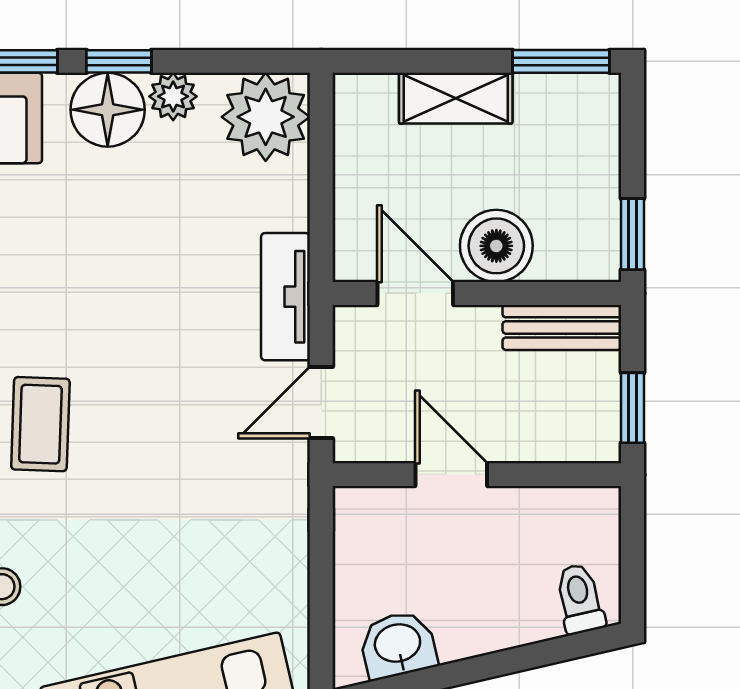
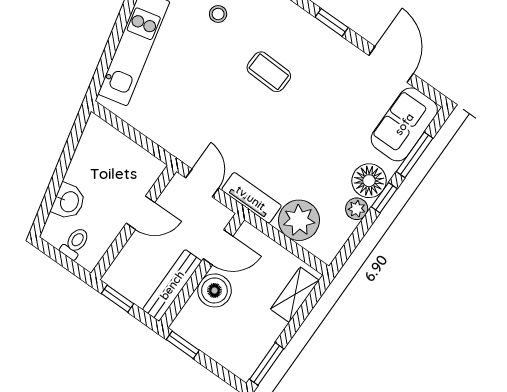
shelving: (456, 98) -> (295, 295), moved
plant: (266, 117) -> (299, 220), moved
bench: (562, 327) -> (172, 285), width x1.36
toilet: (580, 599) -> (75, 243), moved, turned -77
washbasin: (398, 645) -> (69, 201), moved

